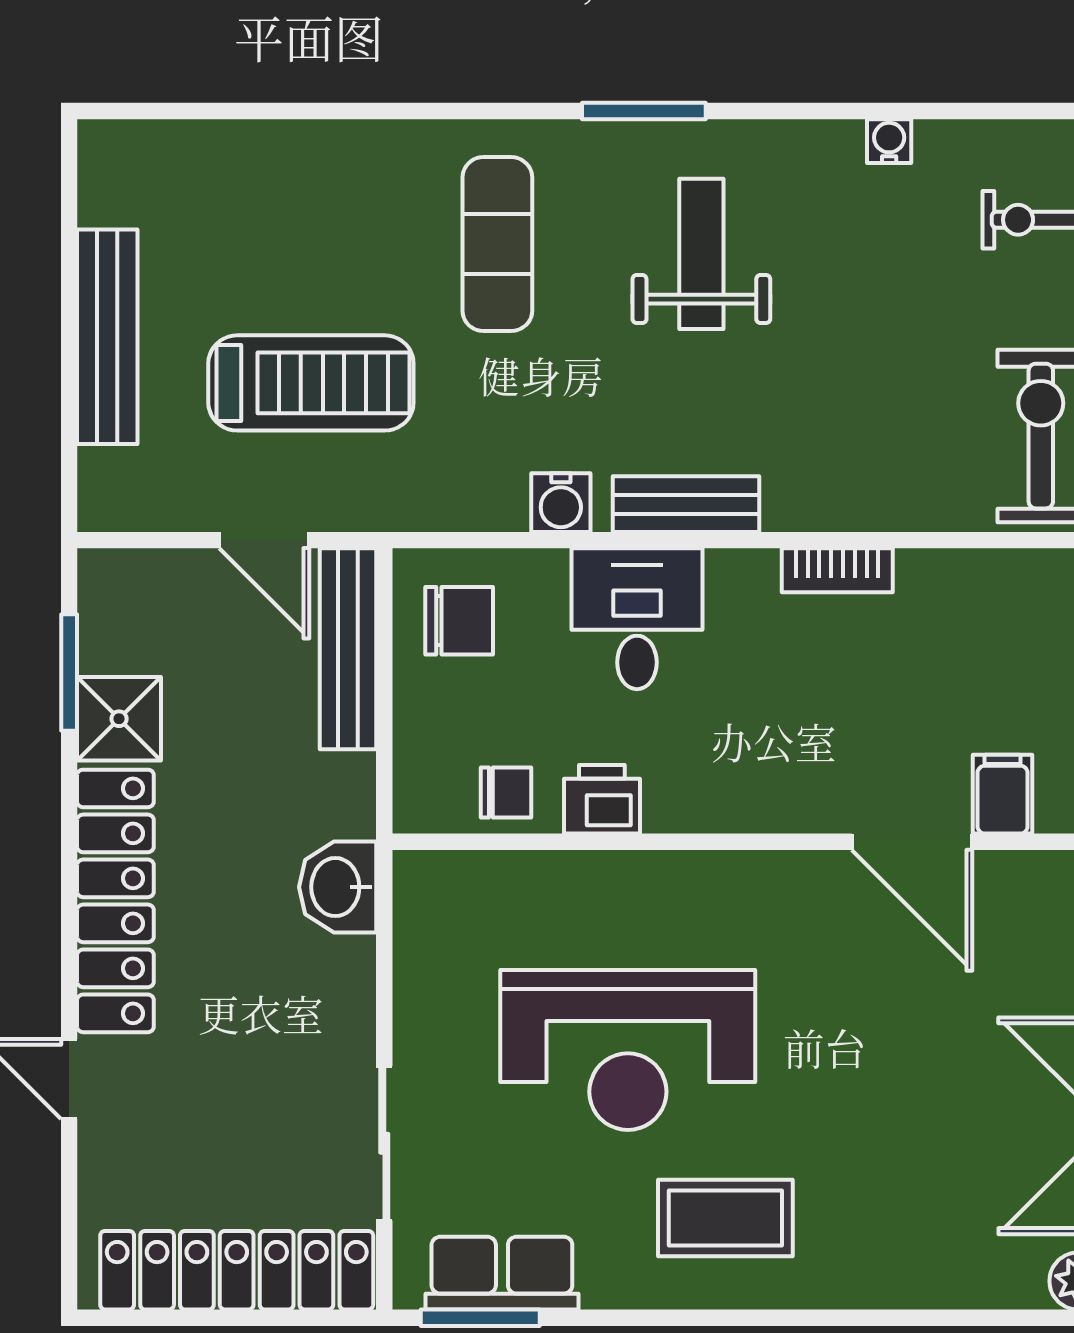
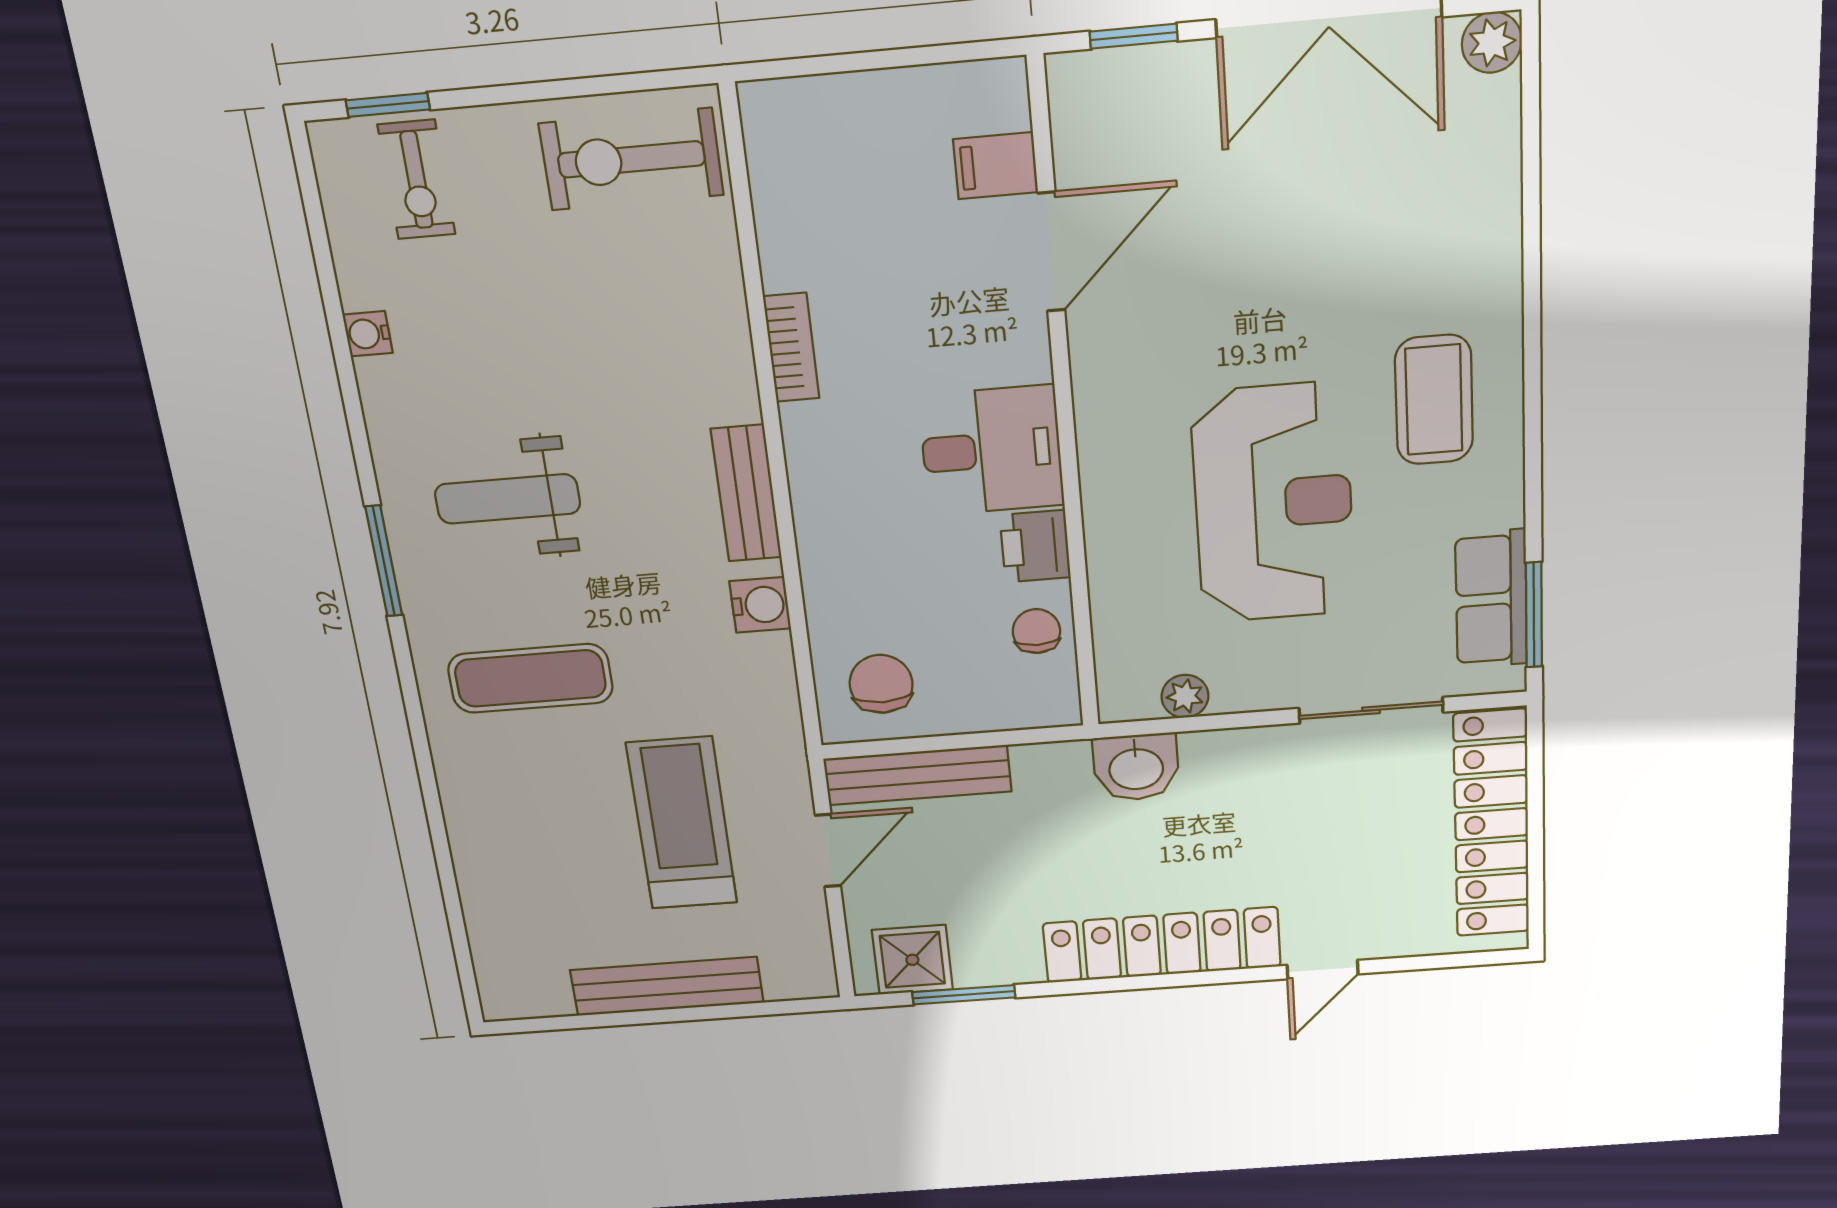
desk: (637, 619) -> (991, 450), moved, turned 180
shower: (119, 719) -> (912, 960), moved
plant: (417, 945) -> (1185, 696), added

